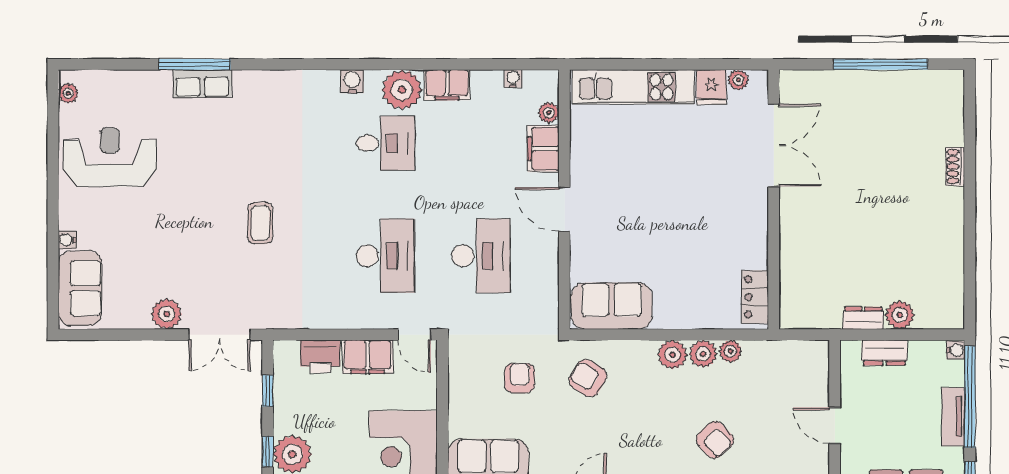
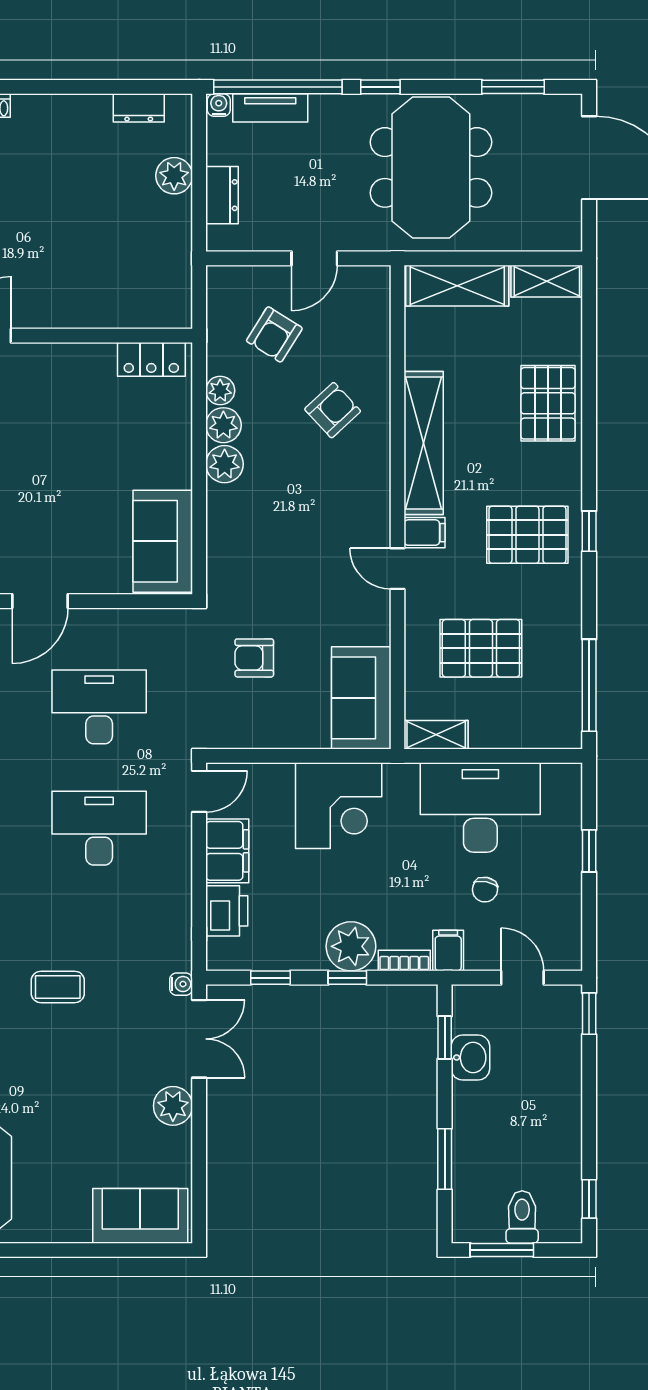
water cooler: (67, 240) -> (181, 984), moved, turned -90
dresser: (863, 318) -> (139, 108), moved, turned -90
armchair: (588, 378) -> (274, 334), moved
tv unit: (953, 417) -> (270, 108), moved

